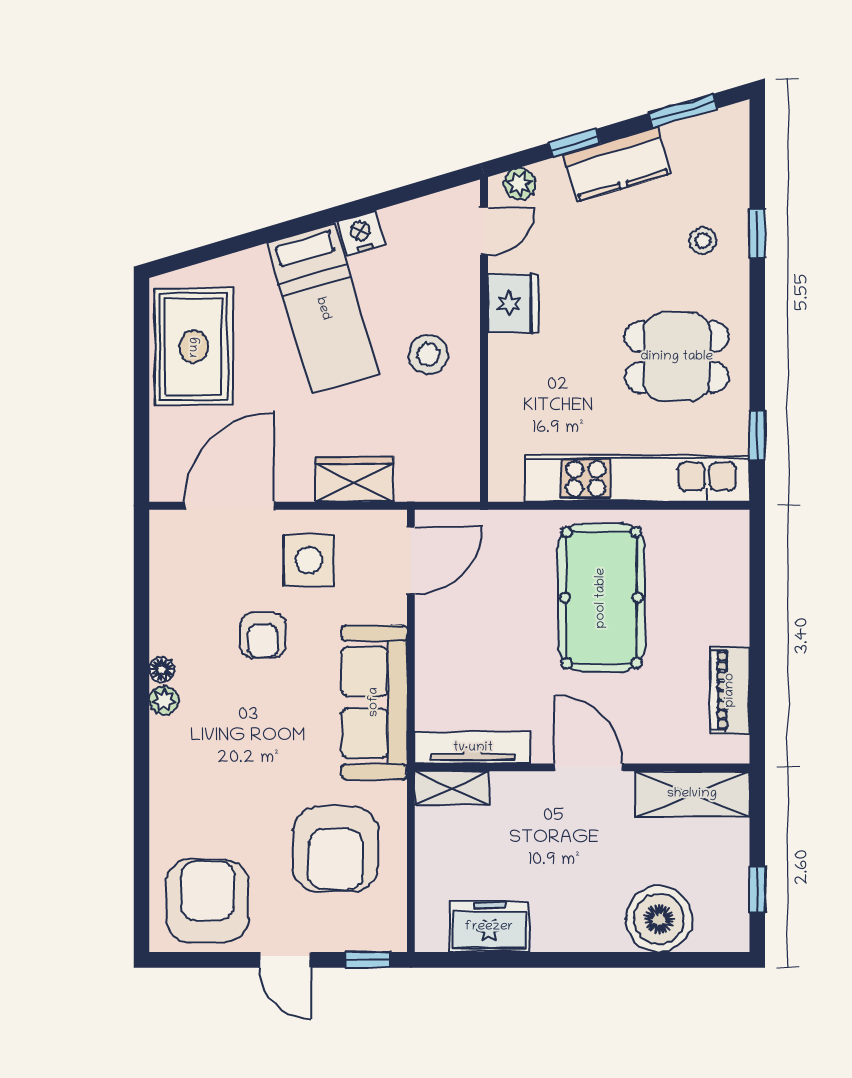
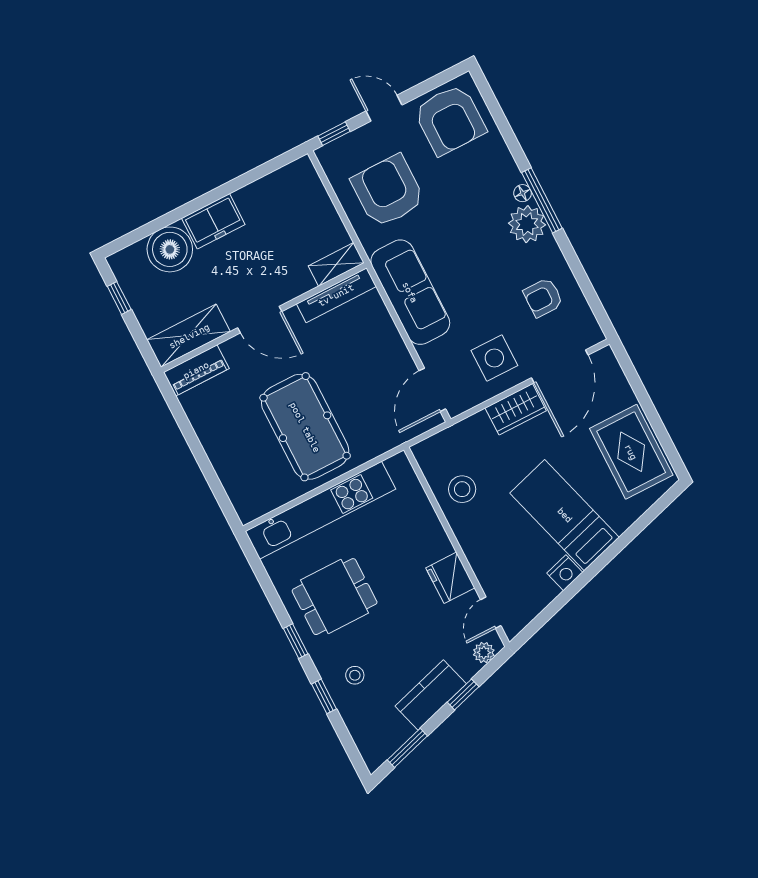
stool: (428, 354) -> (462, 489), moved
window: (757, 435) -> (296, 641), moved
wardrobe: (354, 479) -> (516, 409), moved
armchair: (263, 635) -> (543, 297), moved, turned -90
floor lamp: (162, 670) -> (523, 193), moved
piano: (730, 690) -> (196, 370), moved, turned 90
plant: (164, 700) -> (527, 224), width x1.87, depth x1.87
window: (141, 734) -> (542, 200), added
freezer: (489, 927) -> (213, 221), moved

